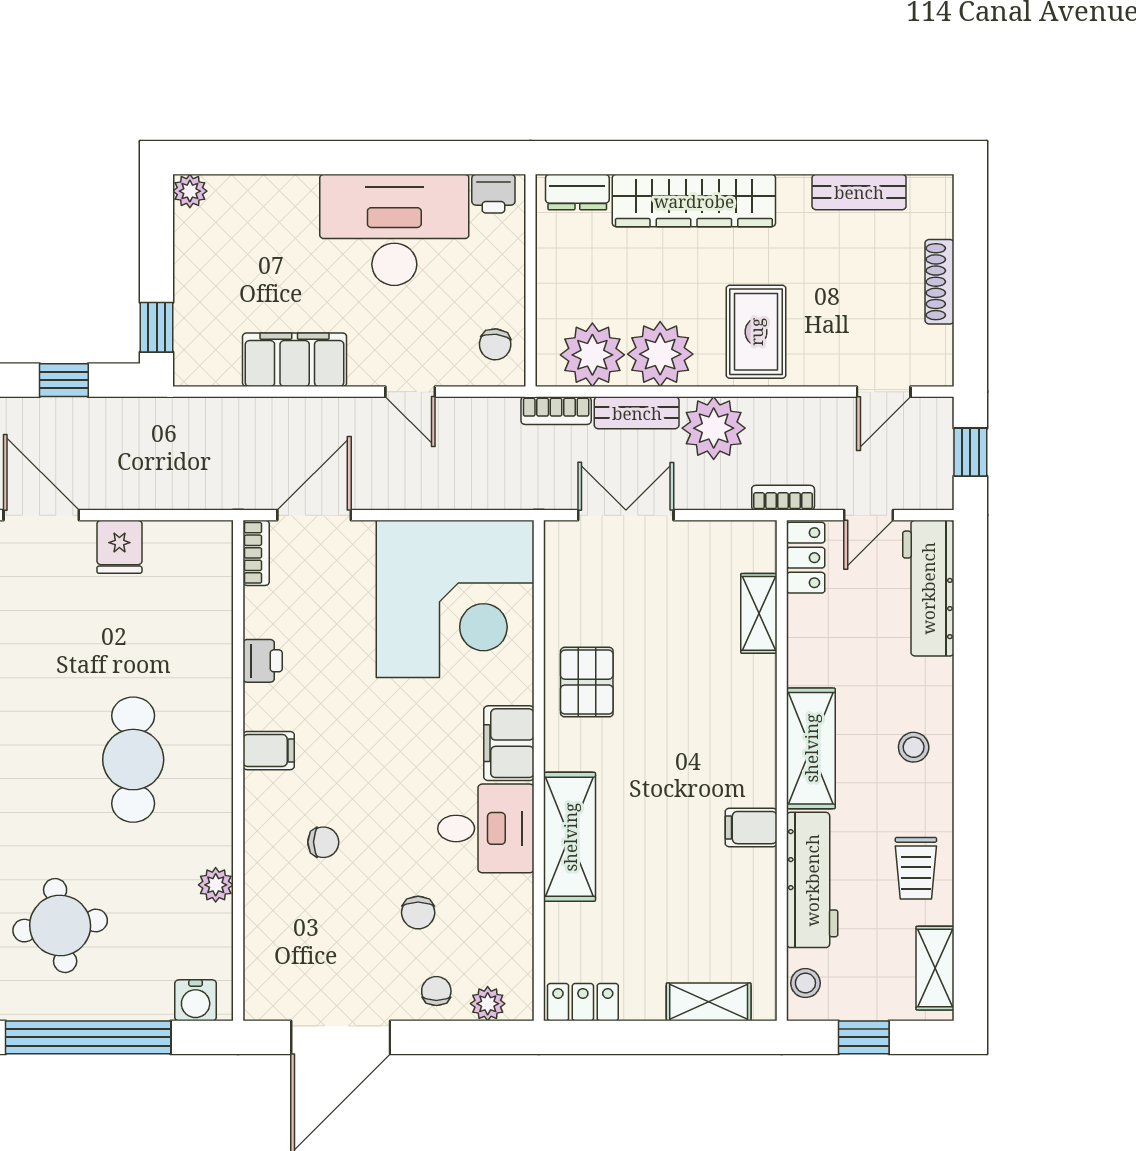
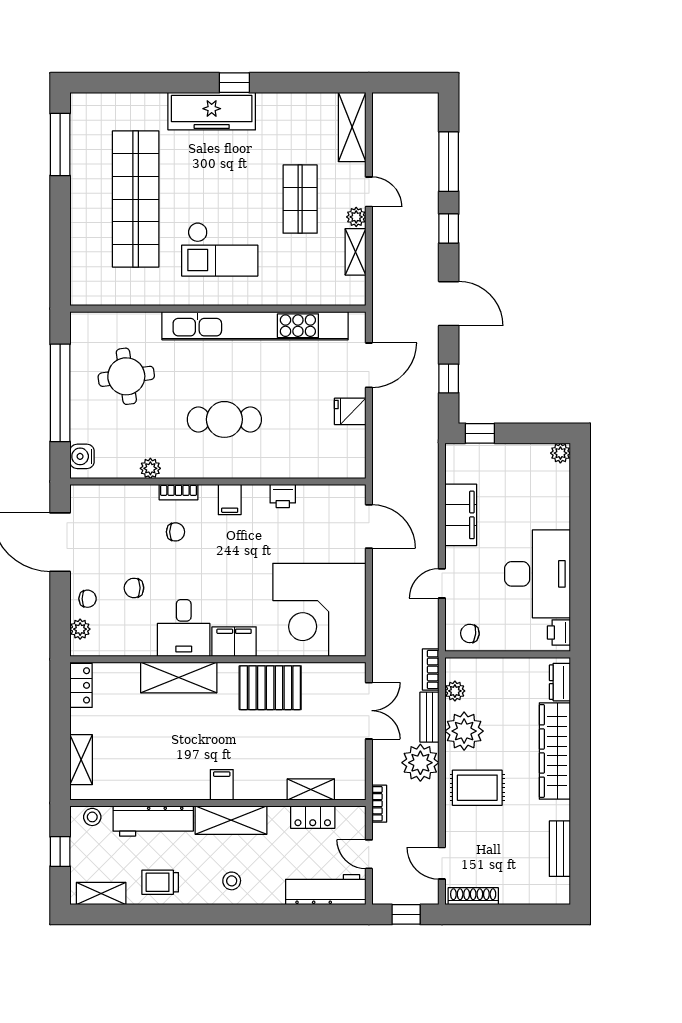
shoe rack: (940, 282) -> (473, 896), moved
plant: (592, 355) -> (455, 691), width x0.53, depth x0.53
bookcase: (256, 553) -> (178, 492), moved
locker: (806, 558) -> (313, 817), moved
pallet: (587, 682) -> (270, 688), width x1.50, depth x1.42
filing cabinet: (751, 828) -> (222, 785), moved
chair: (323, 842) -> (175, 532), turned -90

